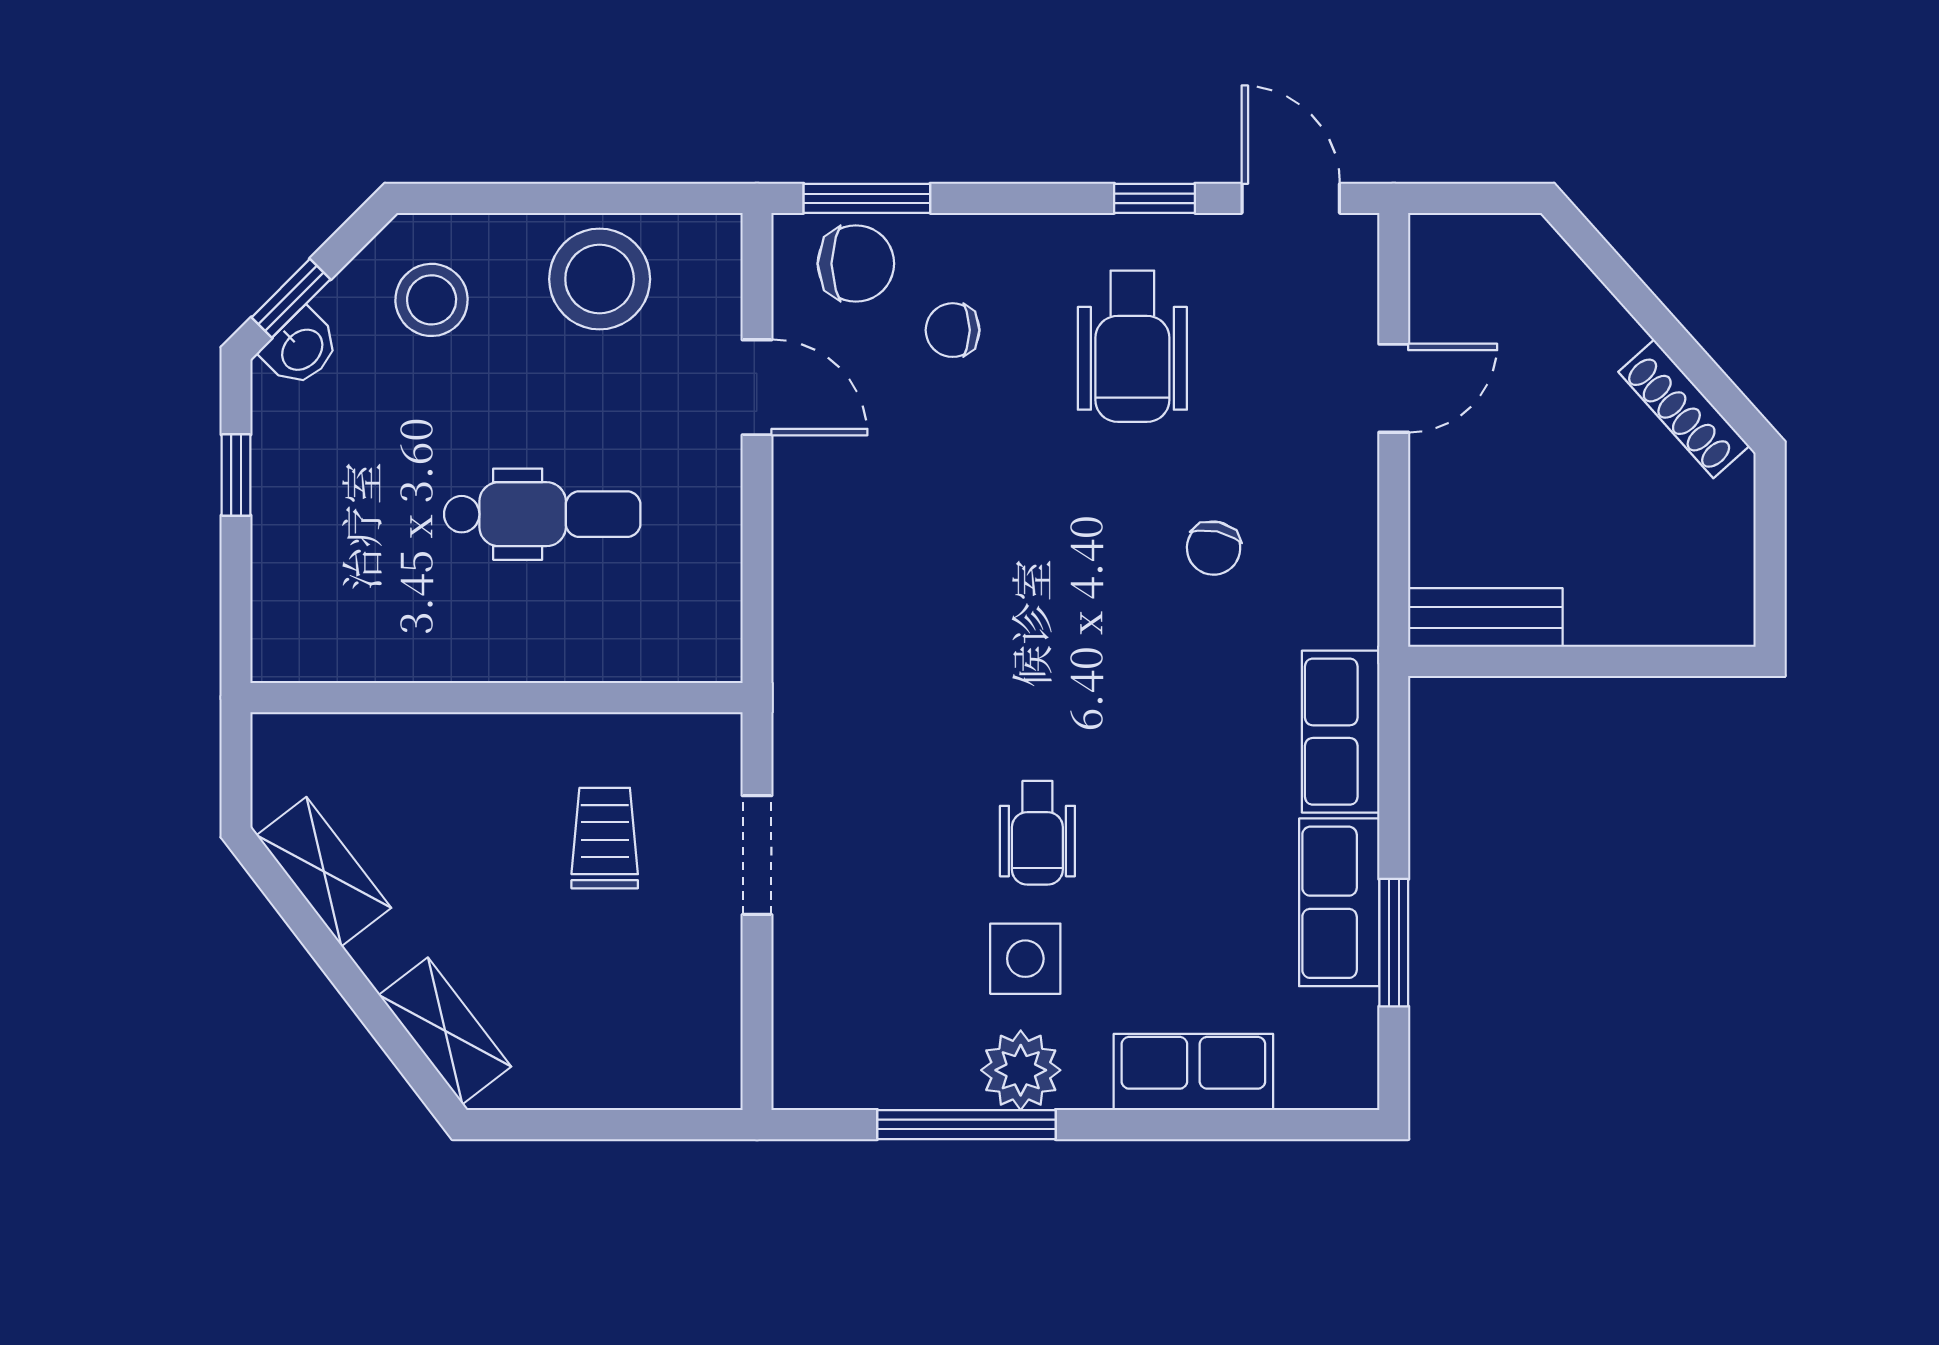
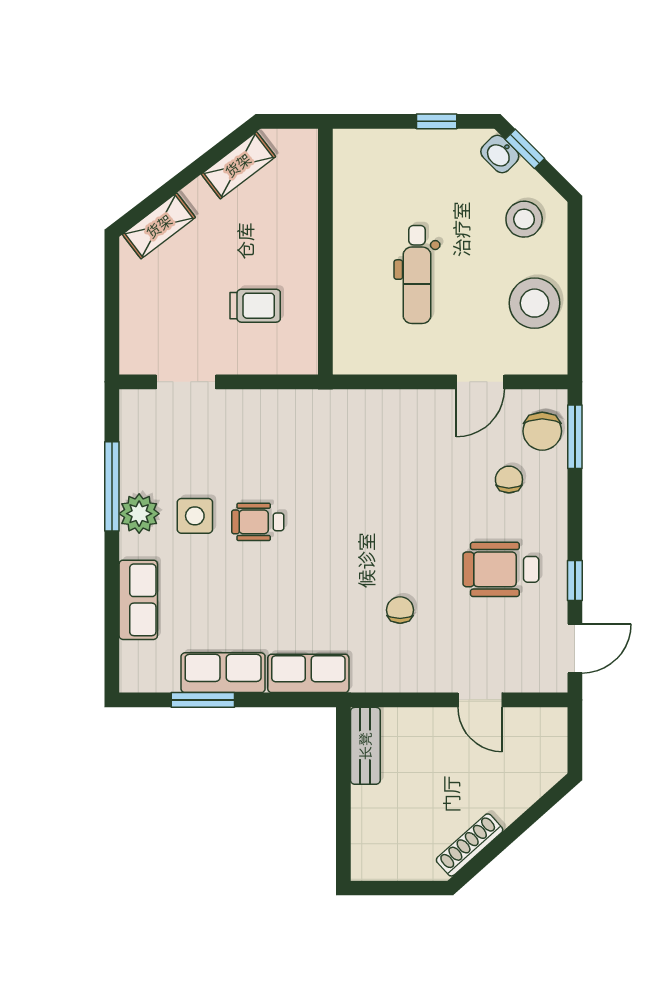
chair: (1214, 548) -> (400, 610), turned 78
doorway: (757, 855) -> (186, 382), moved

